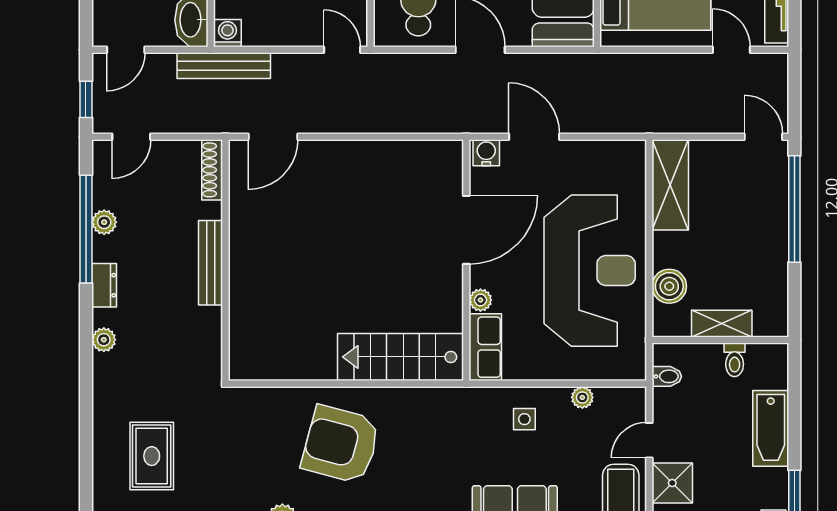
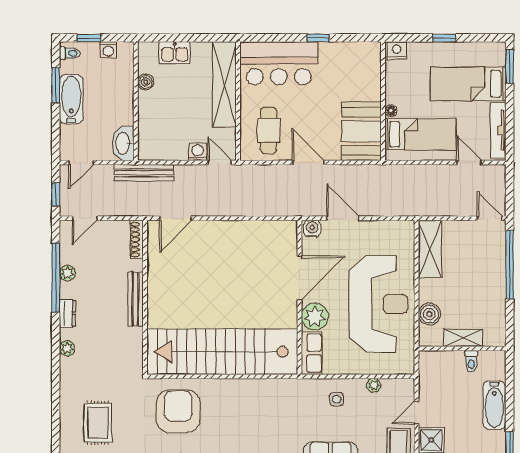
washing machine: (227, 33) -> (198, 152), moved
plant: (480, 300) -> (315, 317), width x1.88, depth x1.88
stairs: (401, 357) -> (223, 352), width x1.86, depth x1.51
bidet: (667, 376) -> (428, 372), removed
armchair: (341, 444) -> (178, 411), moved, turned 75

